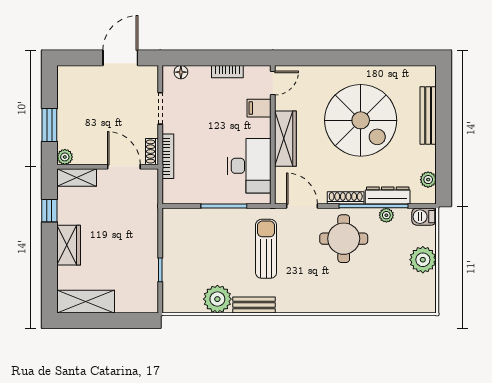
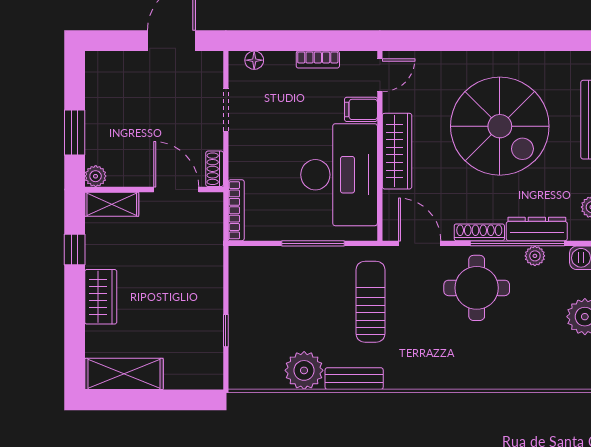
bookcase: (168, 156) -> (236, 210), moved
desk: (249, 166) -> (339, 175), width x1.36, depth x1.30

